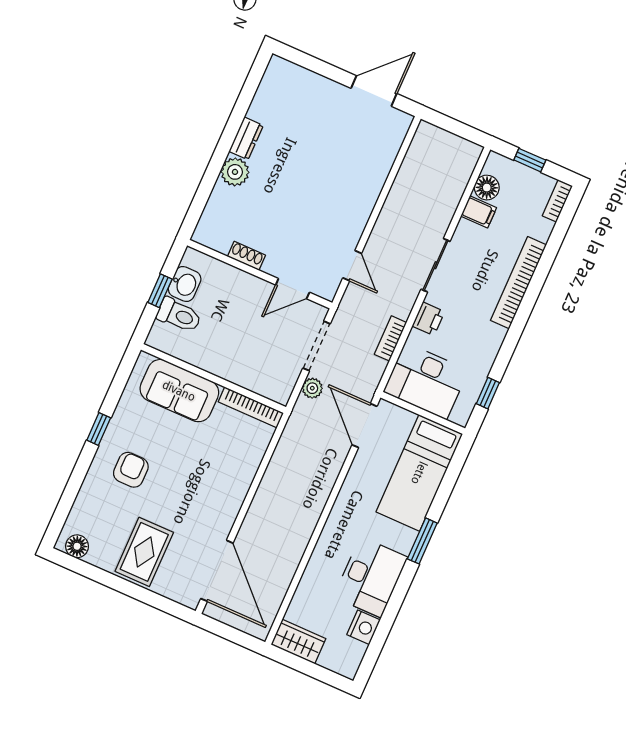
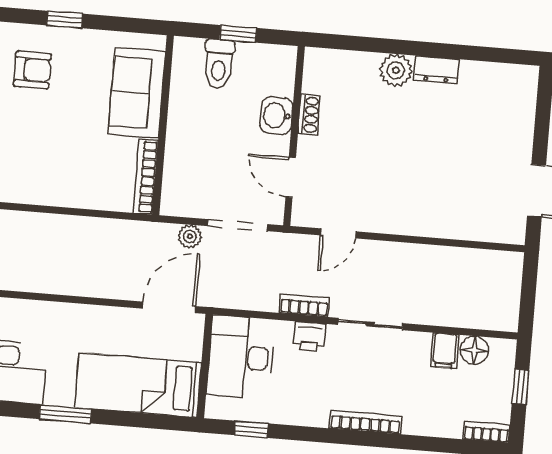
bookcase: (518, 283) -> (365, 422), width x0.68, depth x0.76
washbasin: (185, 284) -> (277, 115), moved, turned 90
bookcase: (390, 338) -> (304, 305), moved

